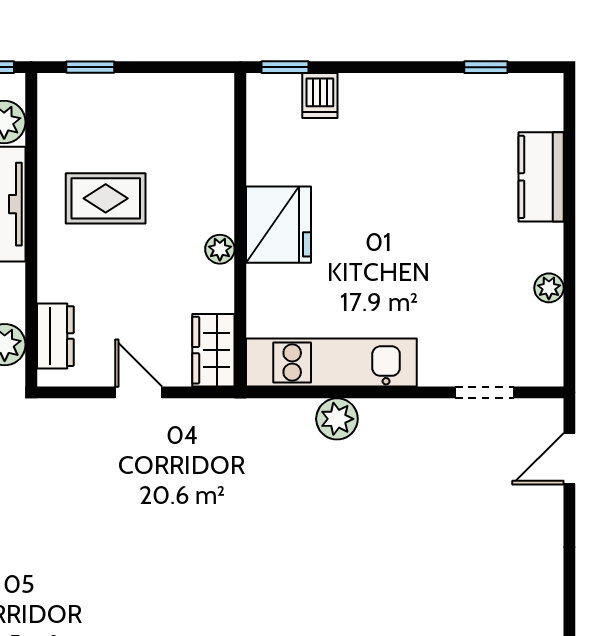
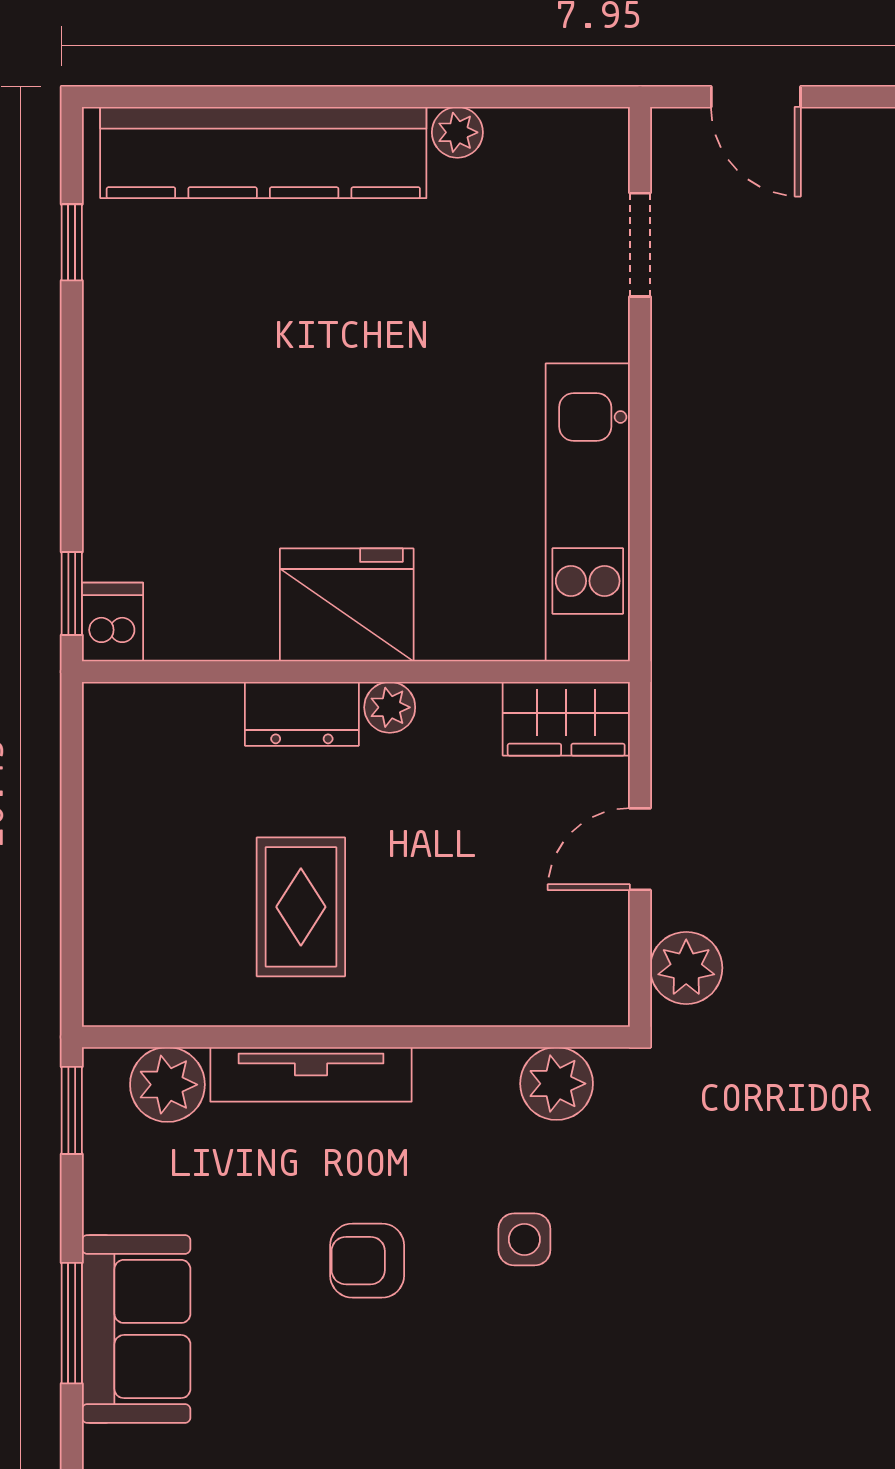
window: (90, 67) -> (72, 934), removed
dishwasher: (320, 96) -> (112, 622), moved, turned -90
kitchen counter: (541, 177) -> (263, 152), width x2.08, depth x1.17
dresser: (55, 336) -> (302, 714), moved, turned 180
plant: (337, 419) -> (686, 968), moved

